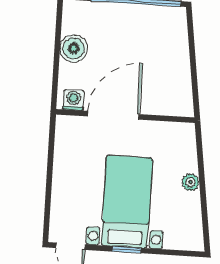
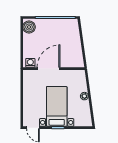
boiler: (74, 48) -> (29, 27), moved

